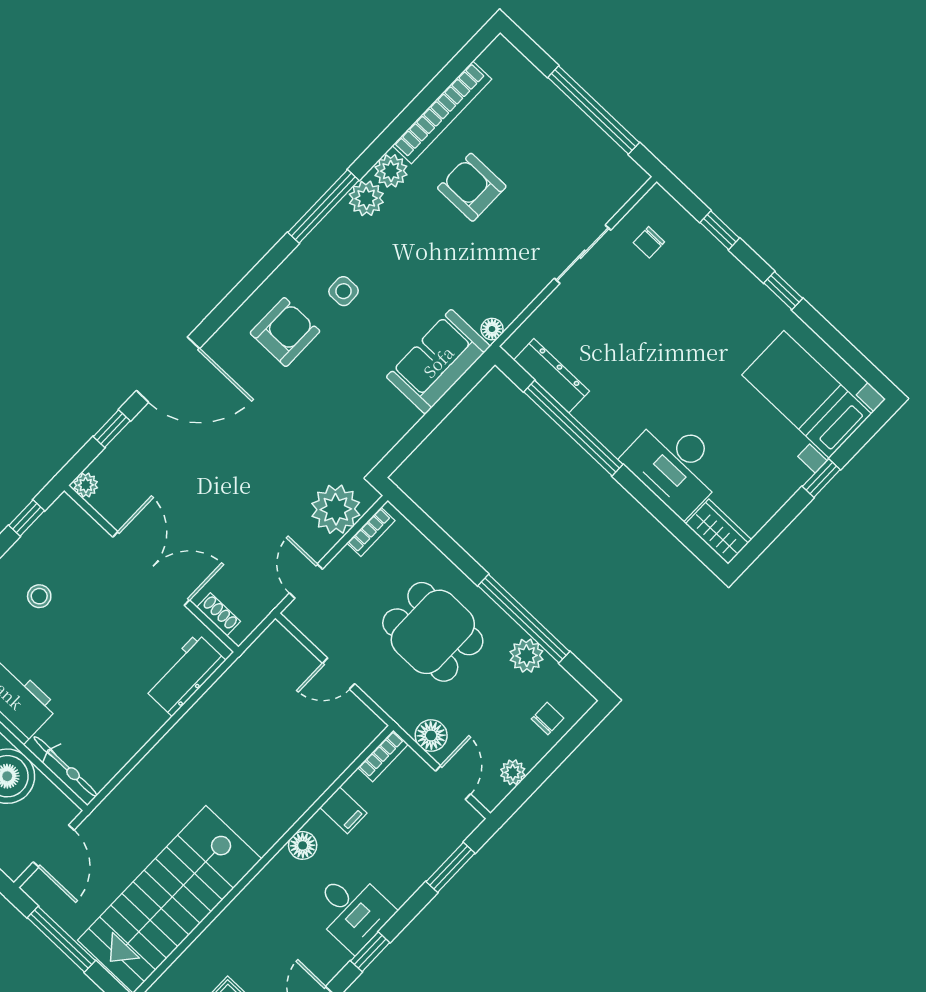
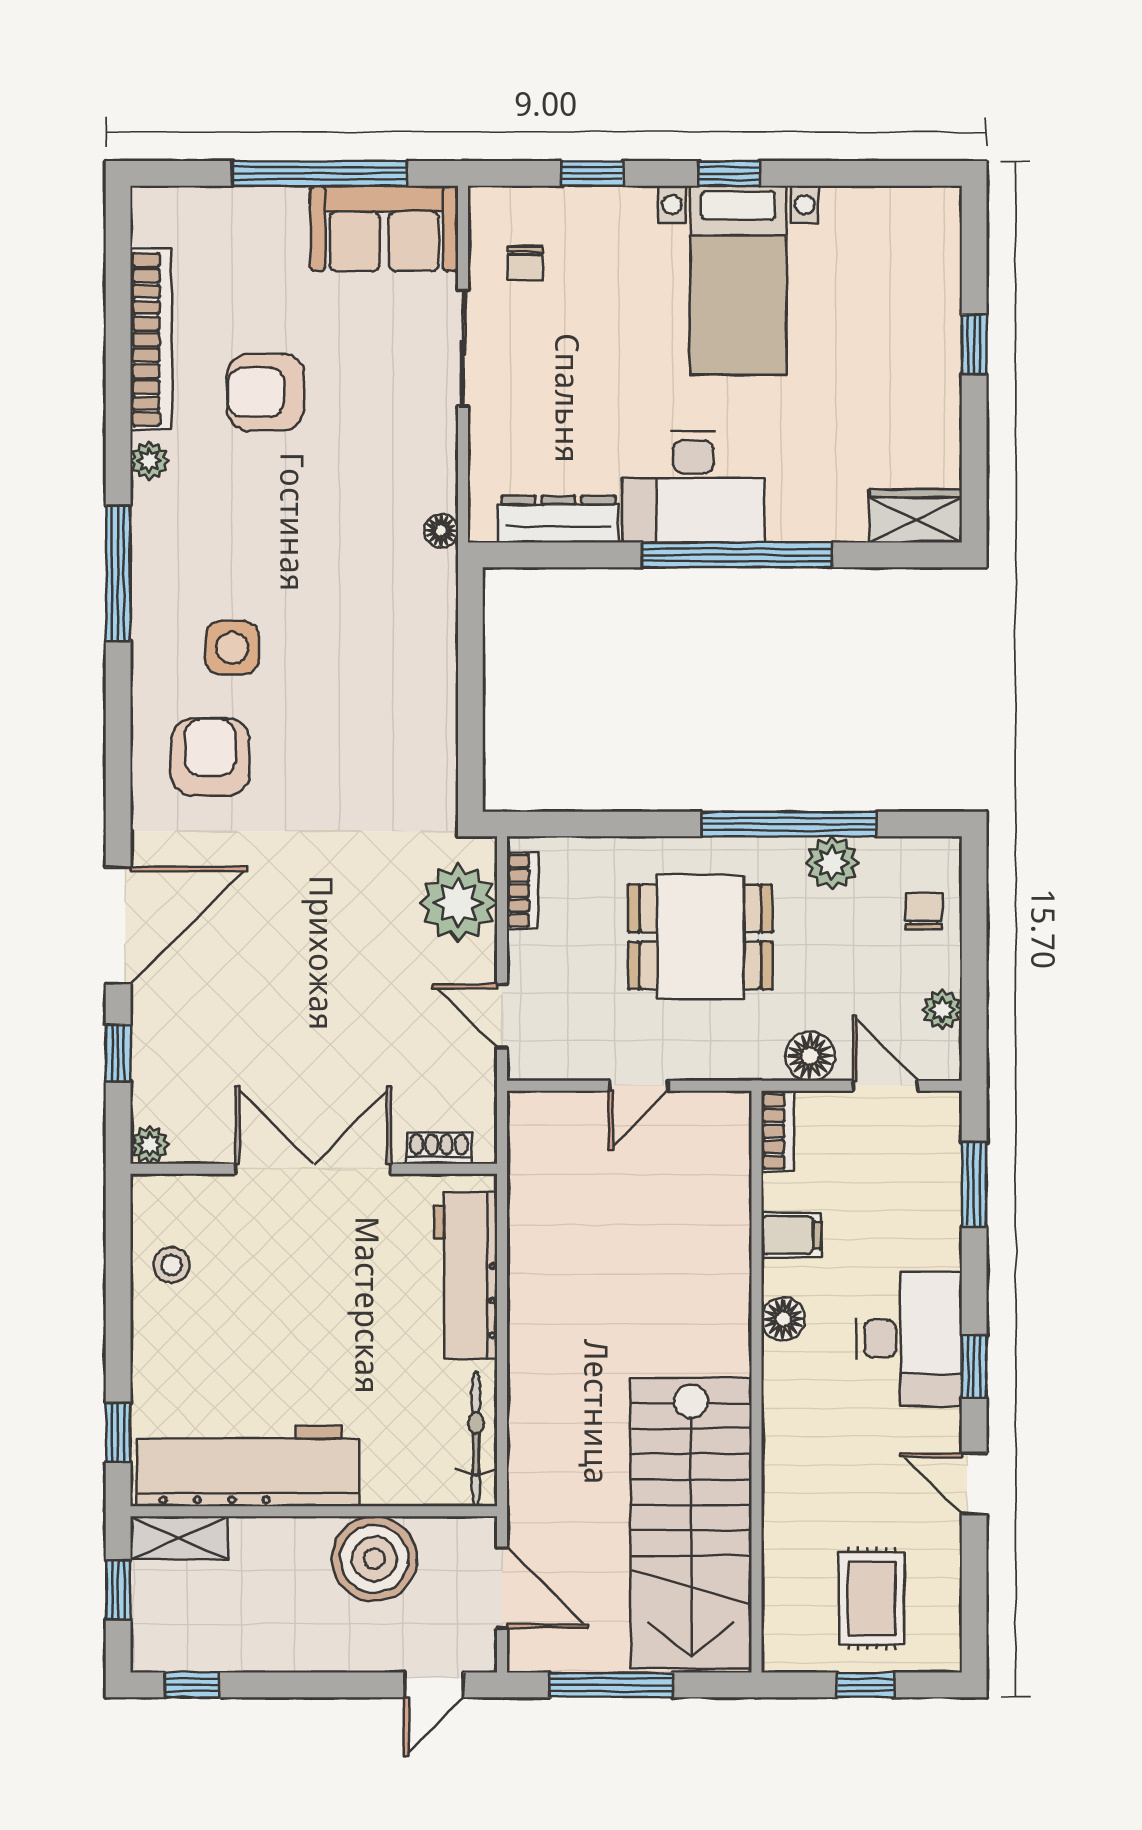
plant: (391, 171) -> (149, 461), width x0.73, depth x0.73
plant: (366, 198) -> (158, 518), removed
side table: (343, 291) -> (232, 648), width x1.37, depth x1.37
sofa: (438, 362) -> (384, 228), moved, turned -90
bed with nightstands: (807, 394) -> (738, 280), moved, turned -90
window: (573, 428) -> (737, 555), moved
desk: (675, 465) -> (693, 487), moved
window: (27, 518) -> (118, 1246), removed
stool: (39, 596) -> (171, 1265), moved
workbench: (185, 675) -> (466, 1276), width x1.38
bicycle: (66, 767) -> (476, 1439), moved, turned -90
desk: (352, 910) -> (909, 1339), width x1.37

